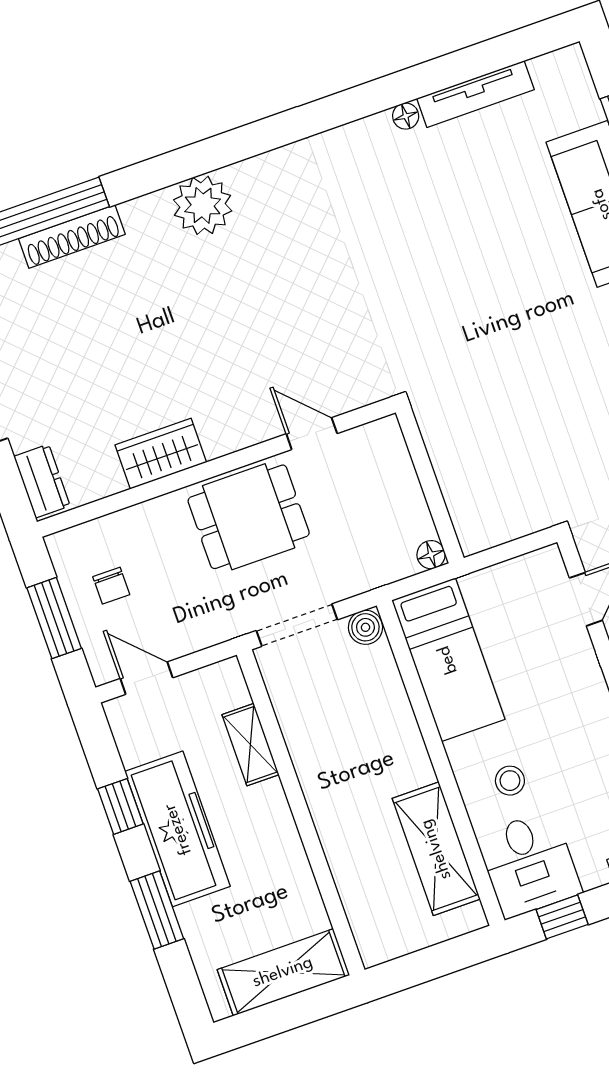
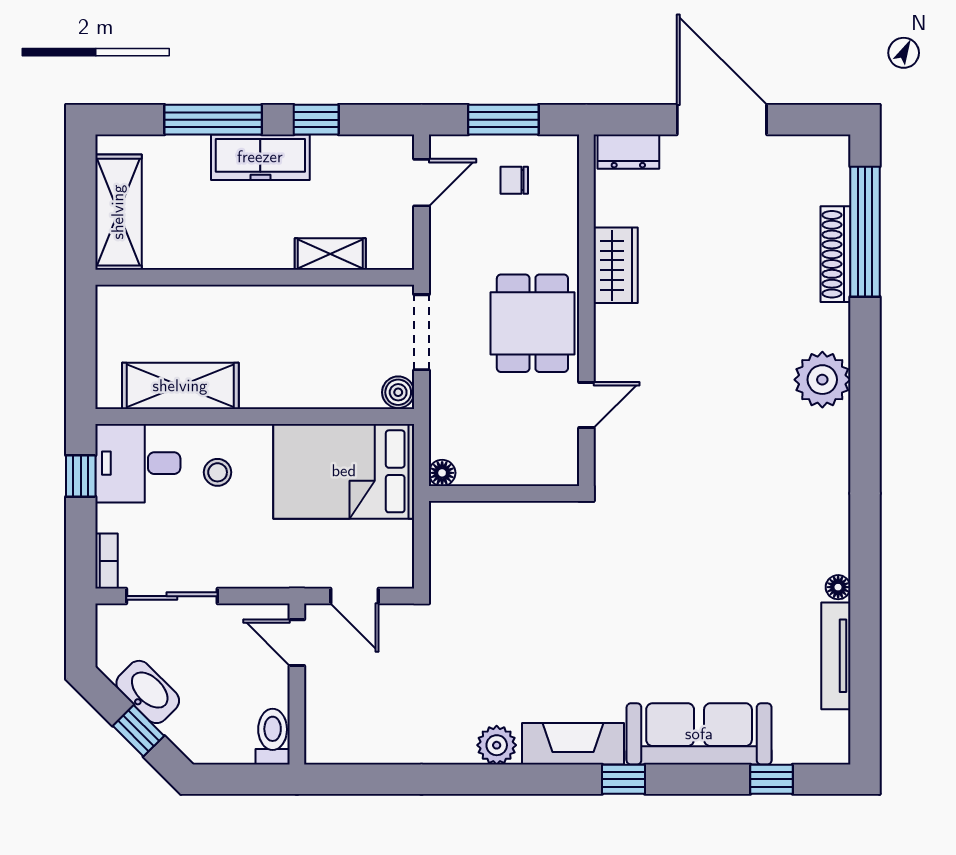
bed: (448, 660) -> (344, 471), width x1.50
freezer: (178, 829) -> (260, 157), width x0.73, depth x0.79
window: (157, 910) -> (213, 120), width x1.44

